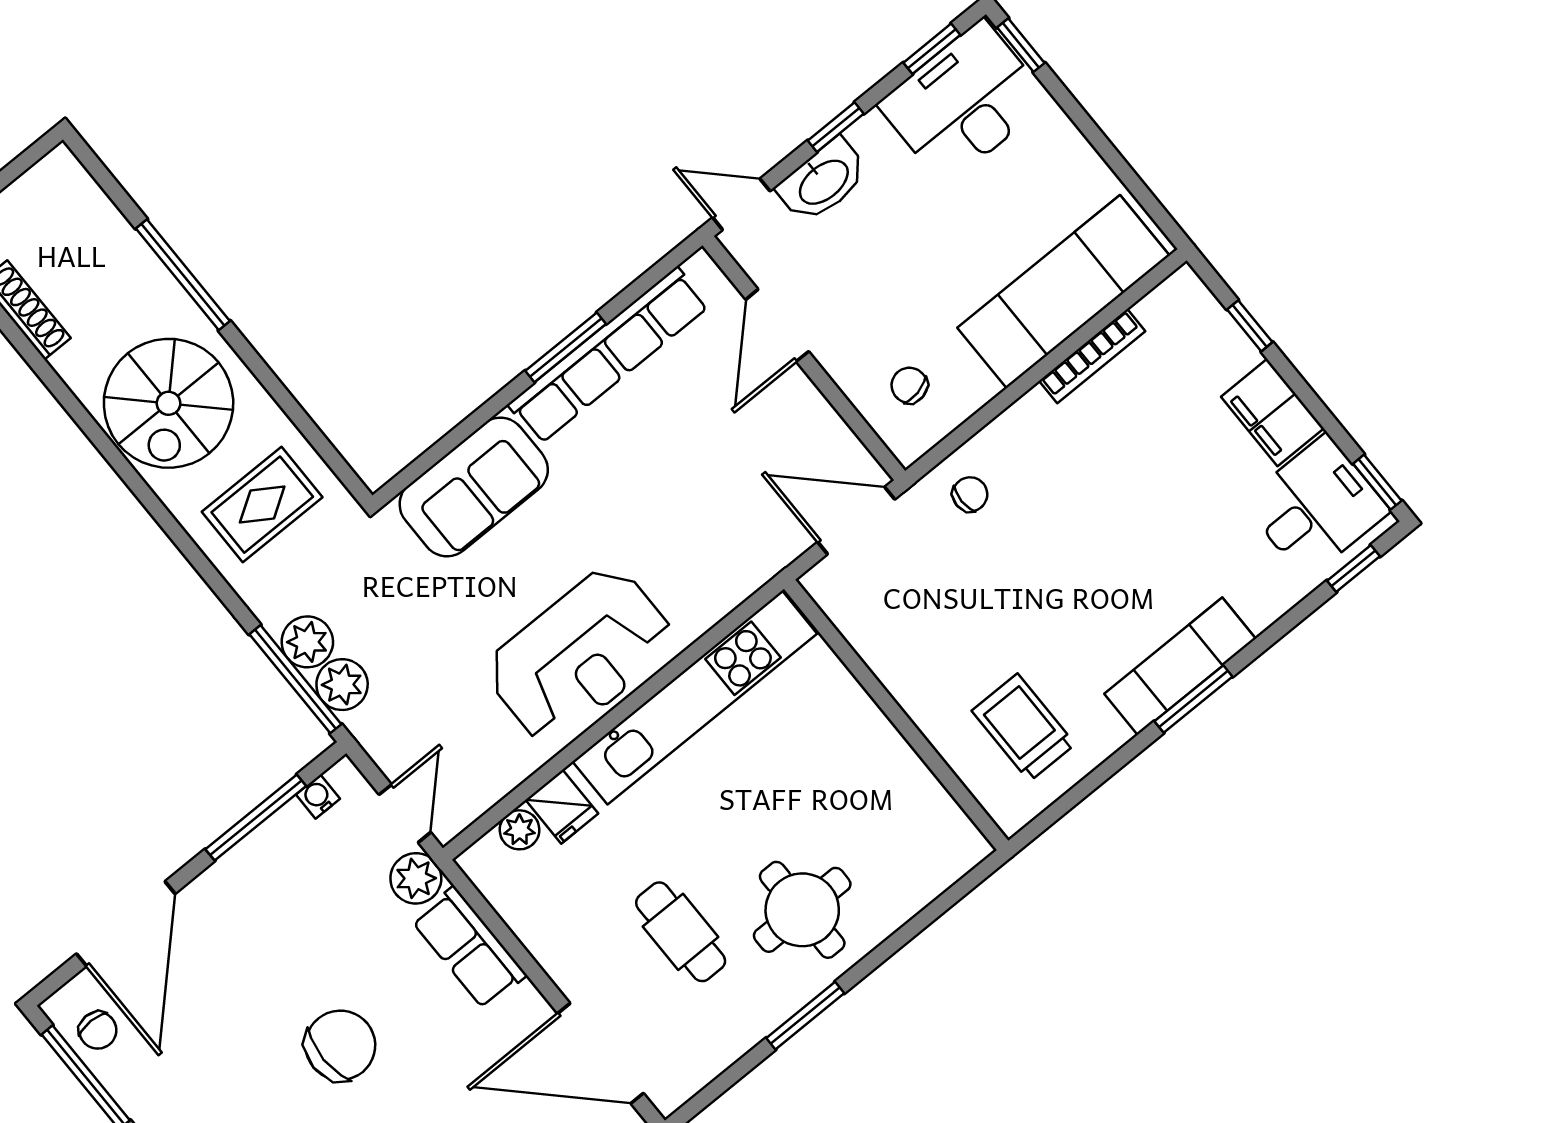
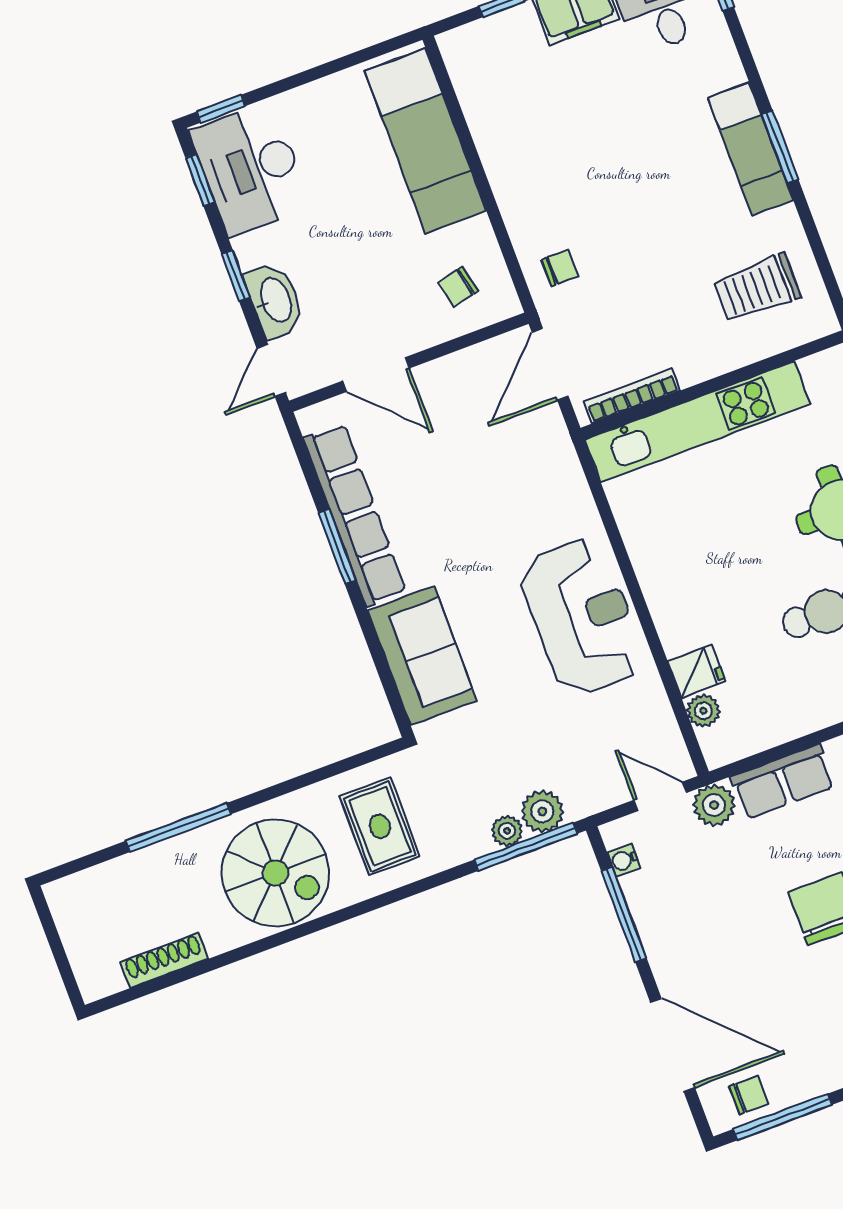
bookcase: (1092, 356) -> (632, 396), moved, turned -90
chair: (970, 494) -> (560, 268), turned 90
plant: (307, 642) -> (507, 831), width x0.73, depth x0.73
kitchen unit: (695, 698) -> (698, 422), moved, turned 90

